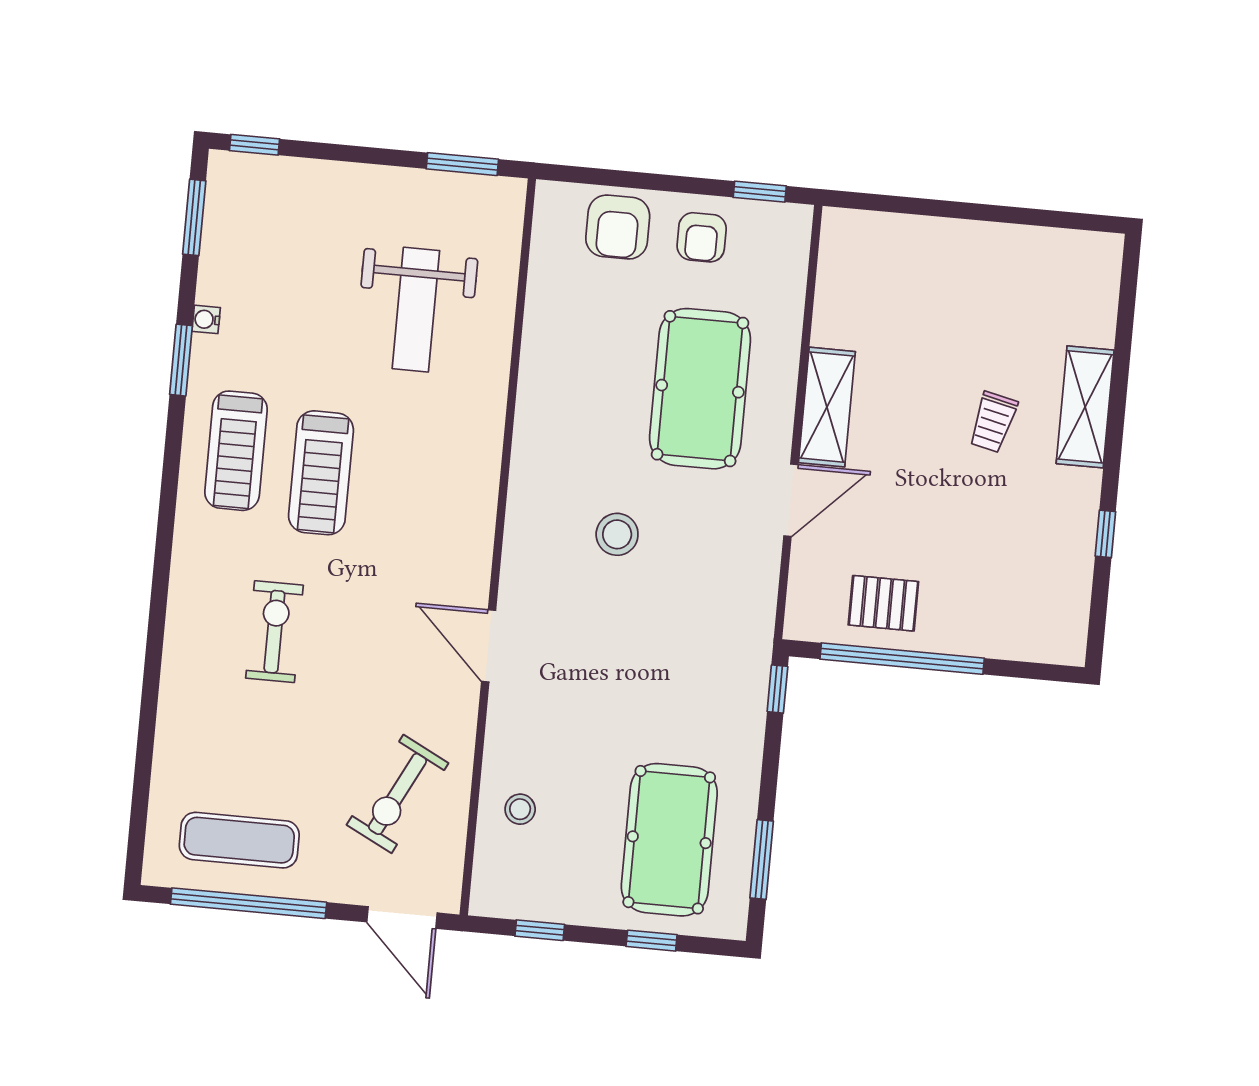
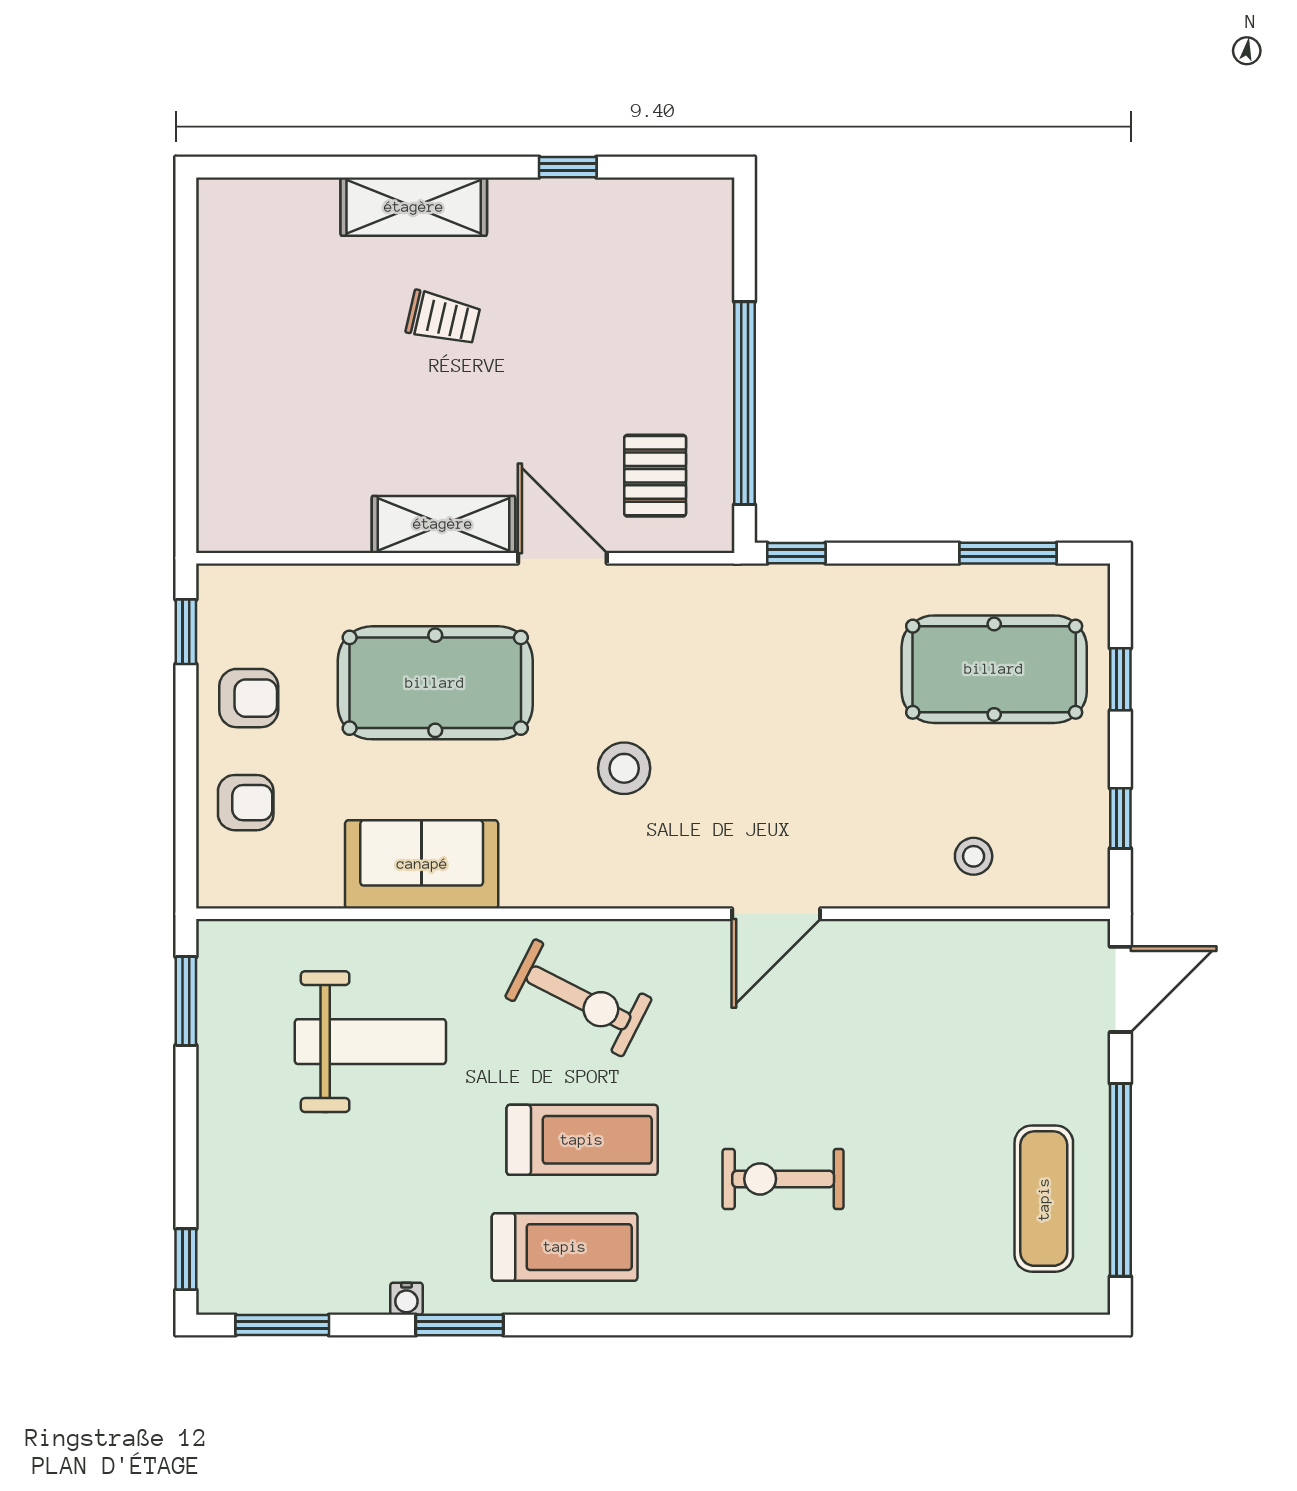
armchair: (618, 227) -> (246, 803), width x0.72, depth x0.72
sofa: (555, 364) -> (422, 864), added
pallet: (883, 603) -> (655, 476), moved
exercise bike: (397, 794) -> (578, 998), moved

